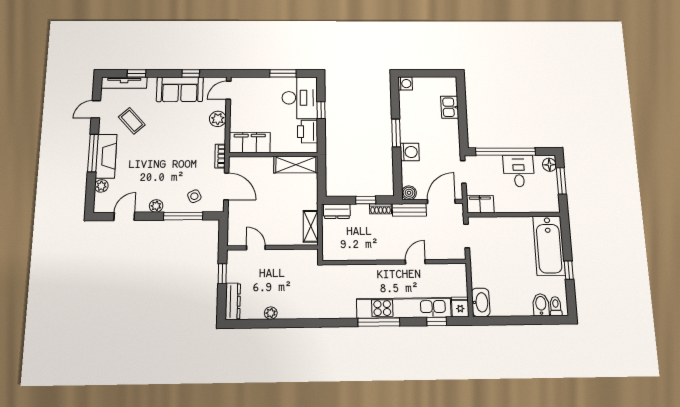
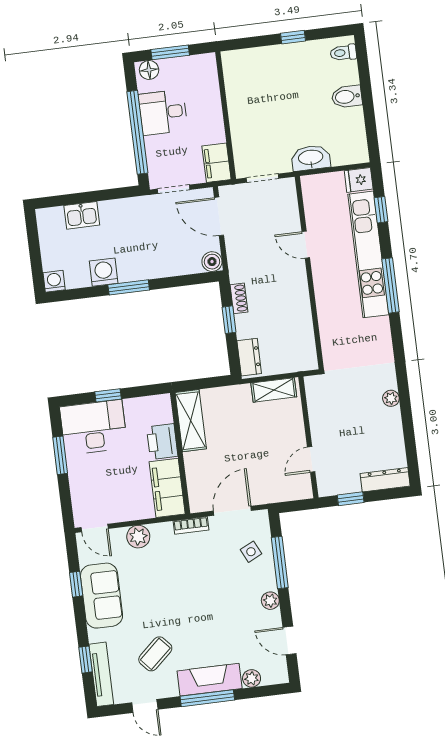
printer: (307, 132) -> (162, 442), moved, turned 90
washing machine: (410, 152) -> (104, 272), moved
bench: (409, 210) -> (236, 259), removed
bathtub: (549, 246) -> (263, 65), removed
washbasin: (481, 302) -> (311, 158), moved
bidet: (541, 305) -> (347, 97), moved
plant: (271, 313) -> (391, 398), moved

